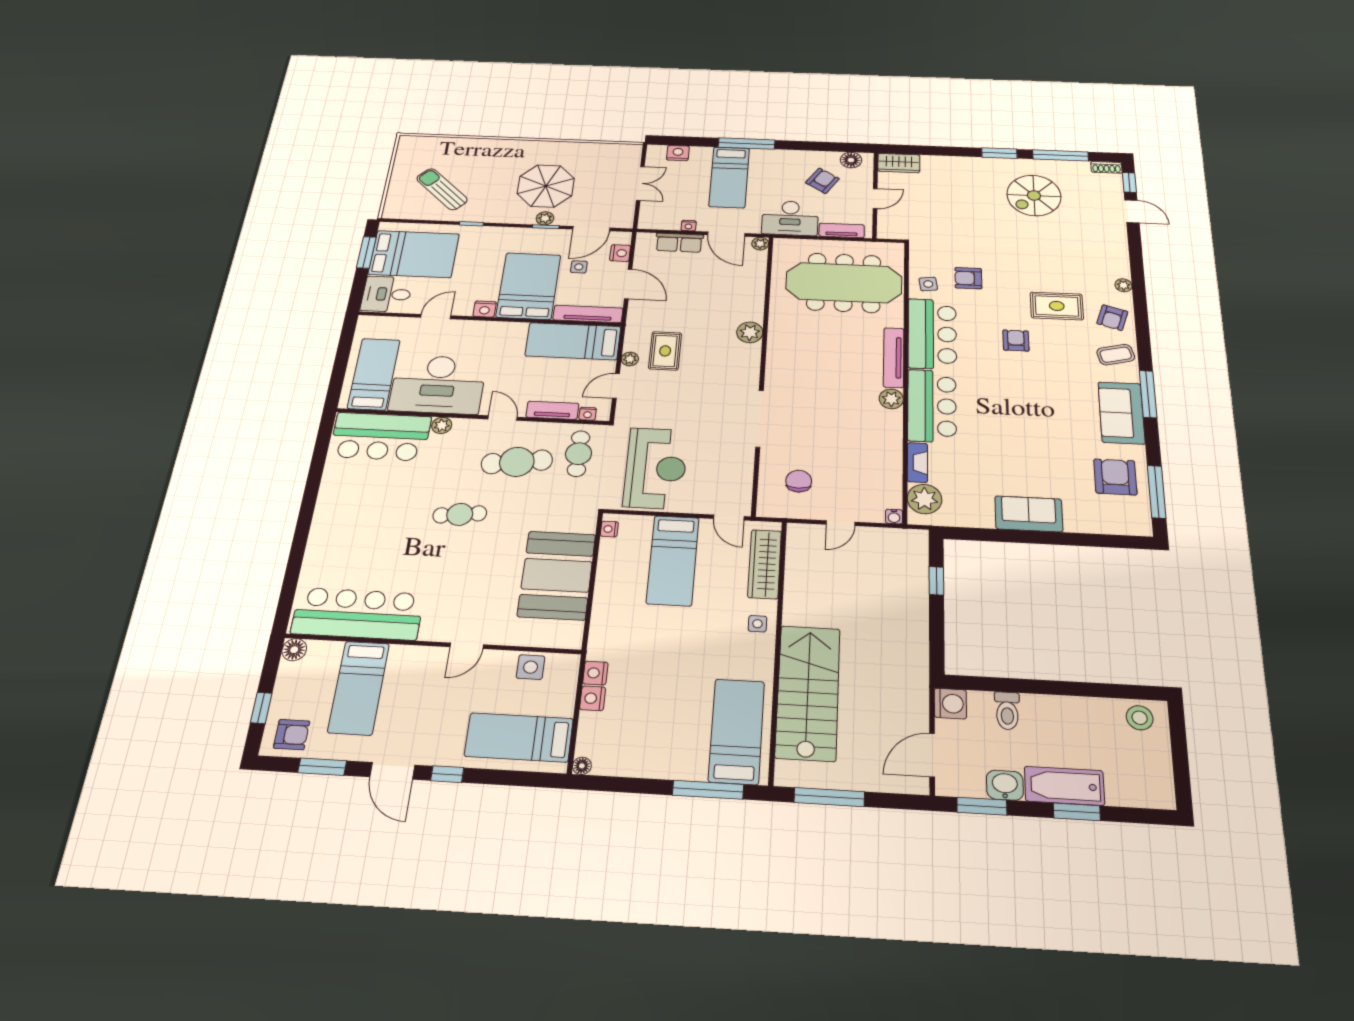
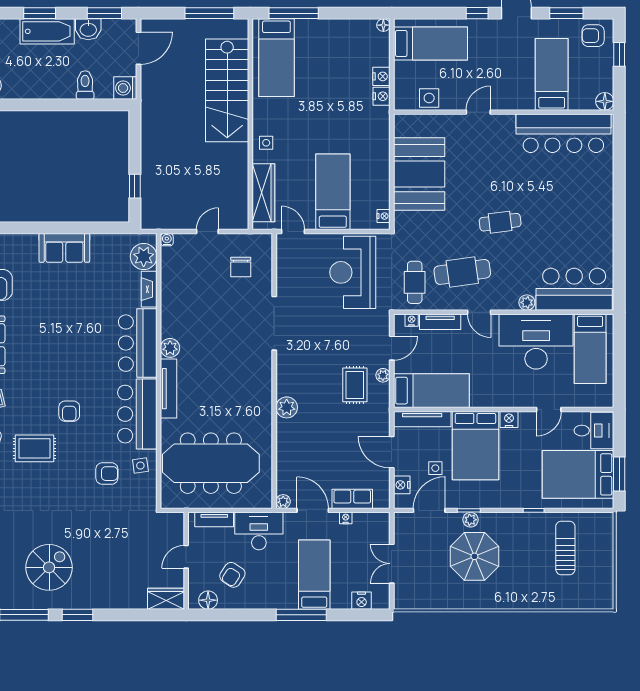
sun lounger: (442, 189) -> (565, 548), turned -133

